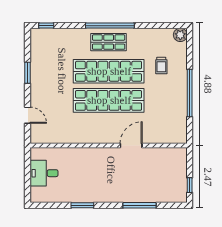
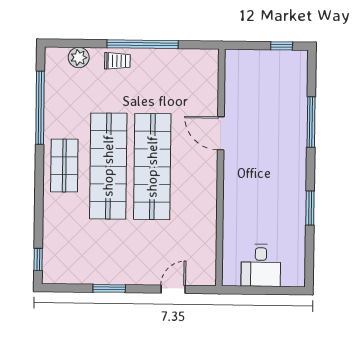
window: (110, 26) -> (40, 108), moved
plant: (180, 35) -> (79, 58), moved
trolley: (161, 66) -> (117, 61), moved

